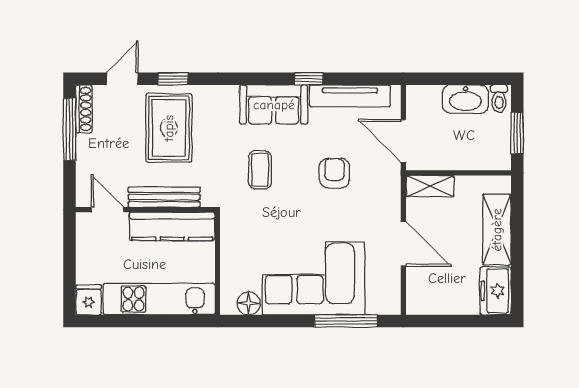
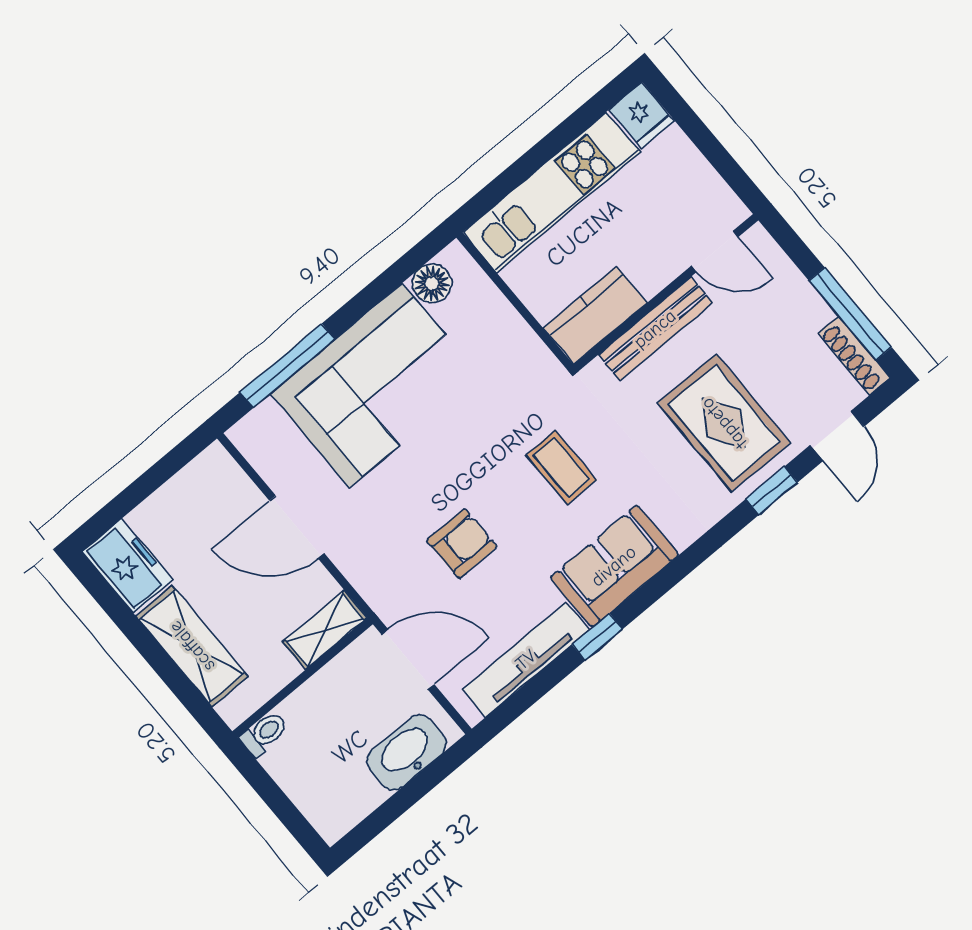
washbasin: (465, 99) -> (407, 752), moved
toilet: (499, 99) -> (264, 734), moved, turned 90
window: (517, 133) -> (270, 793), removed
armchair: (334, 173) -> (462, 543), turned -90
kitchen counter: (172, 226) -> (595, 315), width x0.67

